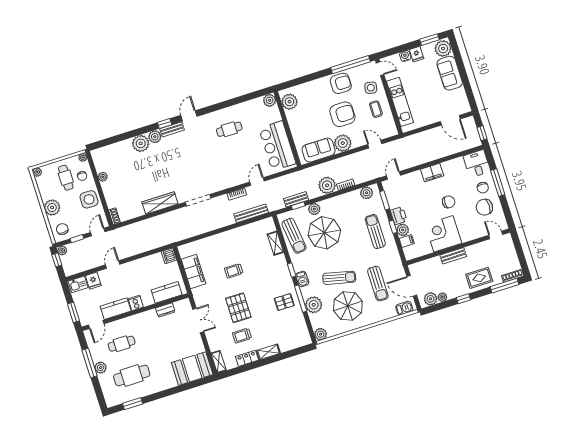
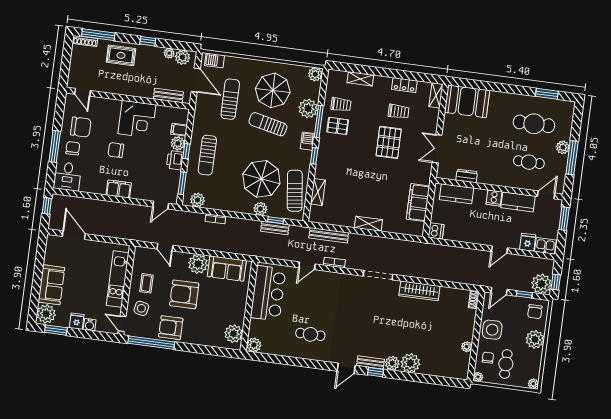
plant: (327, 185) -> (235, 227), removed
shelving: (224, 237) -> (368, 224), added
plant: (62, 250) -> (541, 284), width x1.87, depth x1.87
bench: (453, 256) -> (168, 95), moved
trolley: (234, 271) -> (341, 105), moved
shelving: (268, 352) -> (360, 79), moved

